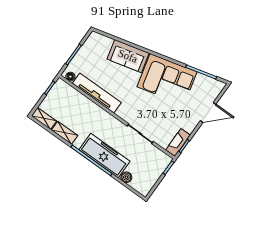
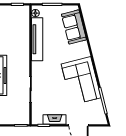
sofa: (128, 56) -> (74, 27), moved
fireplace: (178, 143) -> (55, 119), moved

